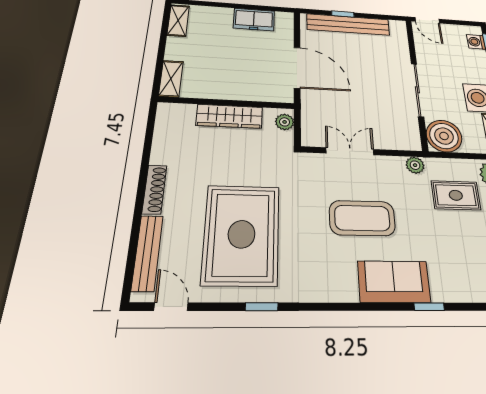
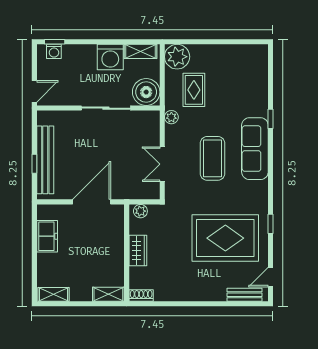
wardrobe: (229, 116) -> (138, 250), width x0.67
shoe rack: (154, 189) -> (141, 295), moved, width x0.70
bench: (147, 253) -> (245, 295), width x0.73
sofa: (394, 282) -> (255, 149), width x1.36

